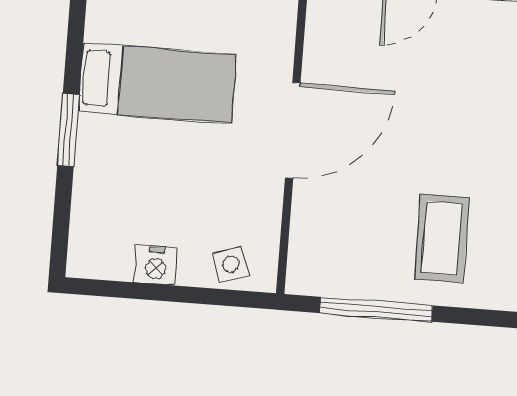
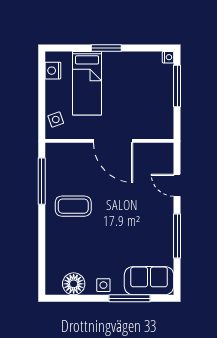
bed: (157, 83) -> (87, 83), moved
nightstand: (156, 265) -> (53, 71), moved

